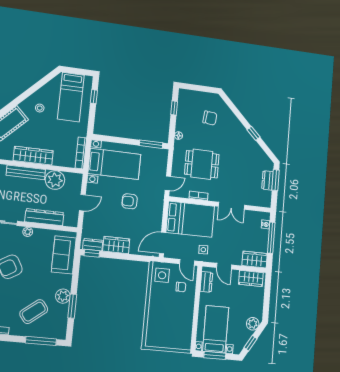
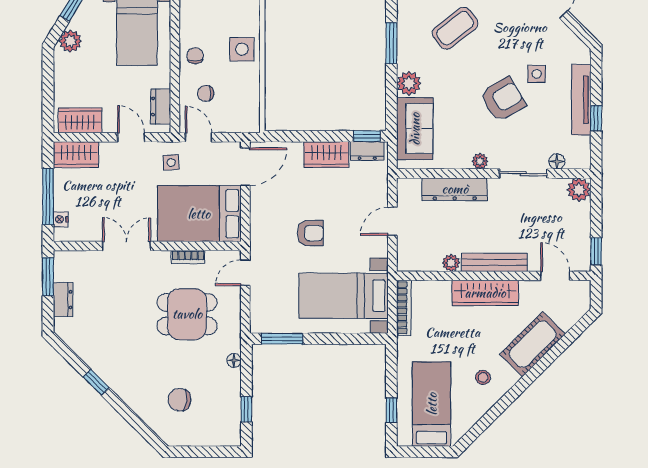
plant: (55, 180) -> (451, 263), width x0.53, depth x0.53
window: (276, 180) -> (48, 277), moved
side table: (162, 275) -> (242, 49), moved
plant: (63, 296) -> (409, 83), moved
chair: (185, 309) -> (195, 56), added

